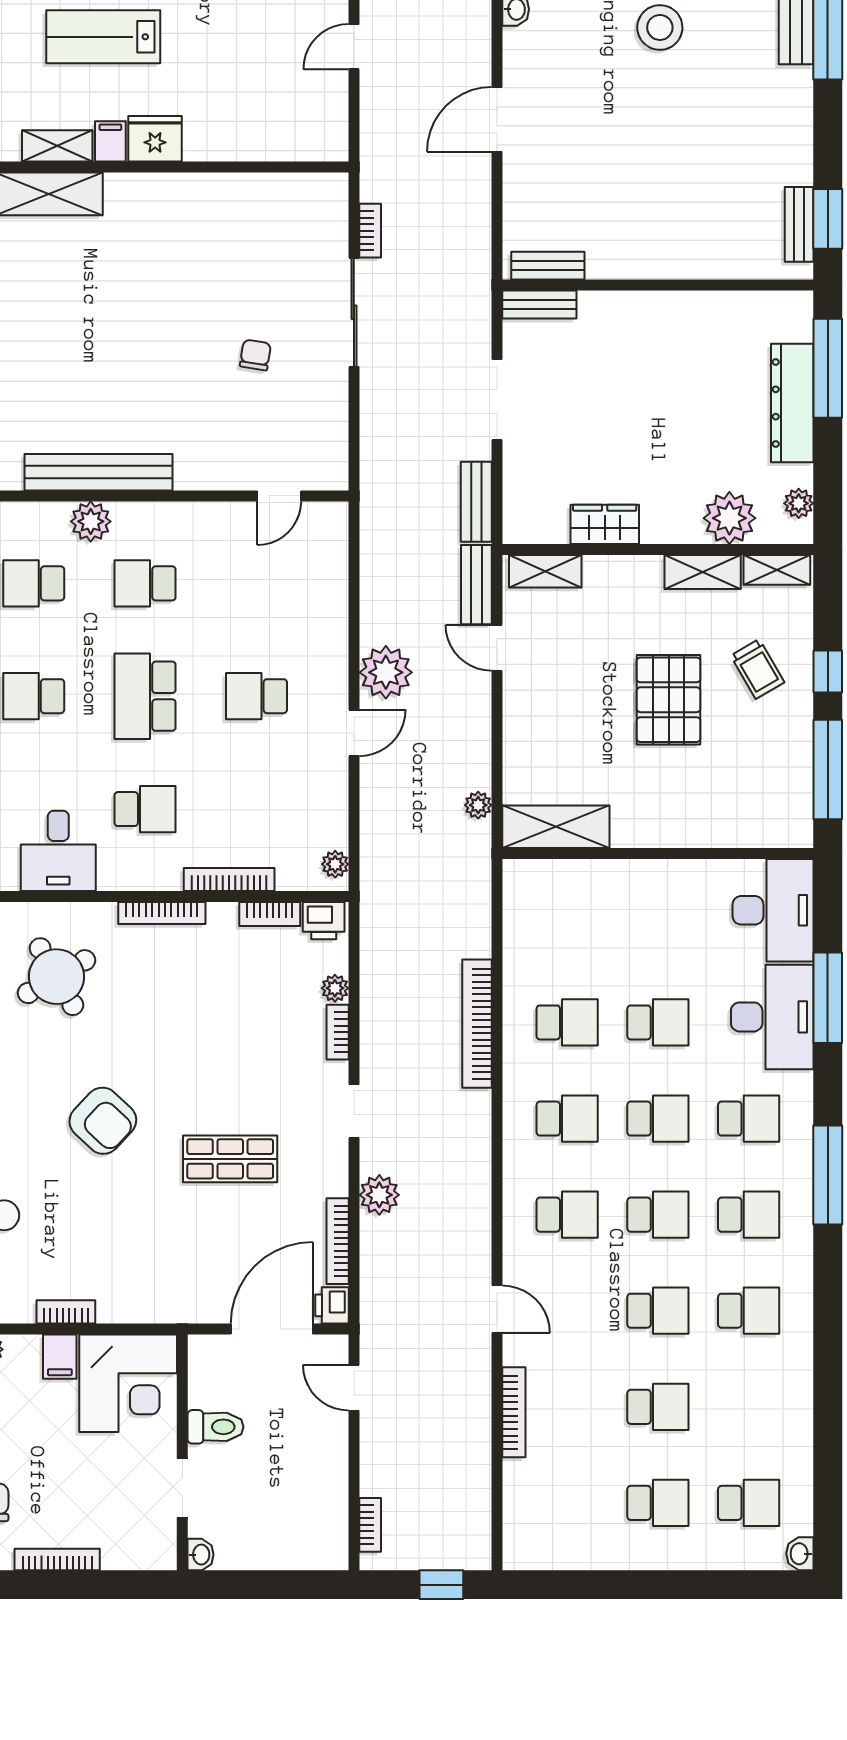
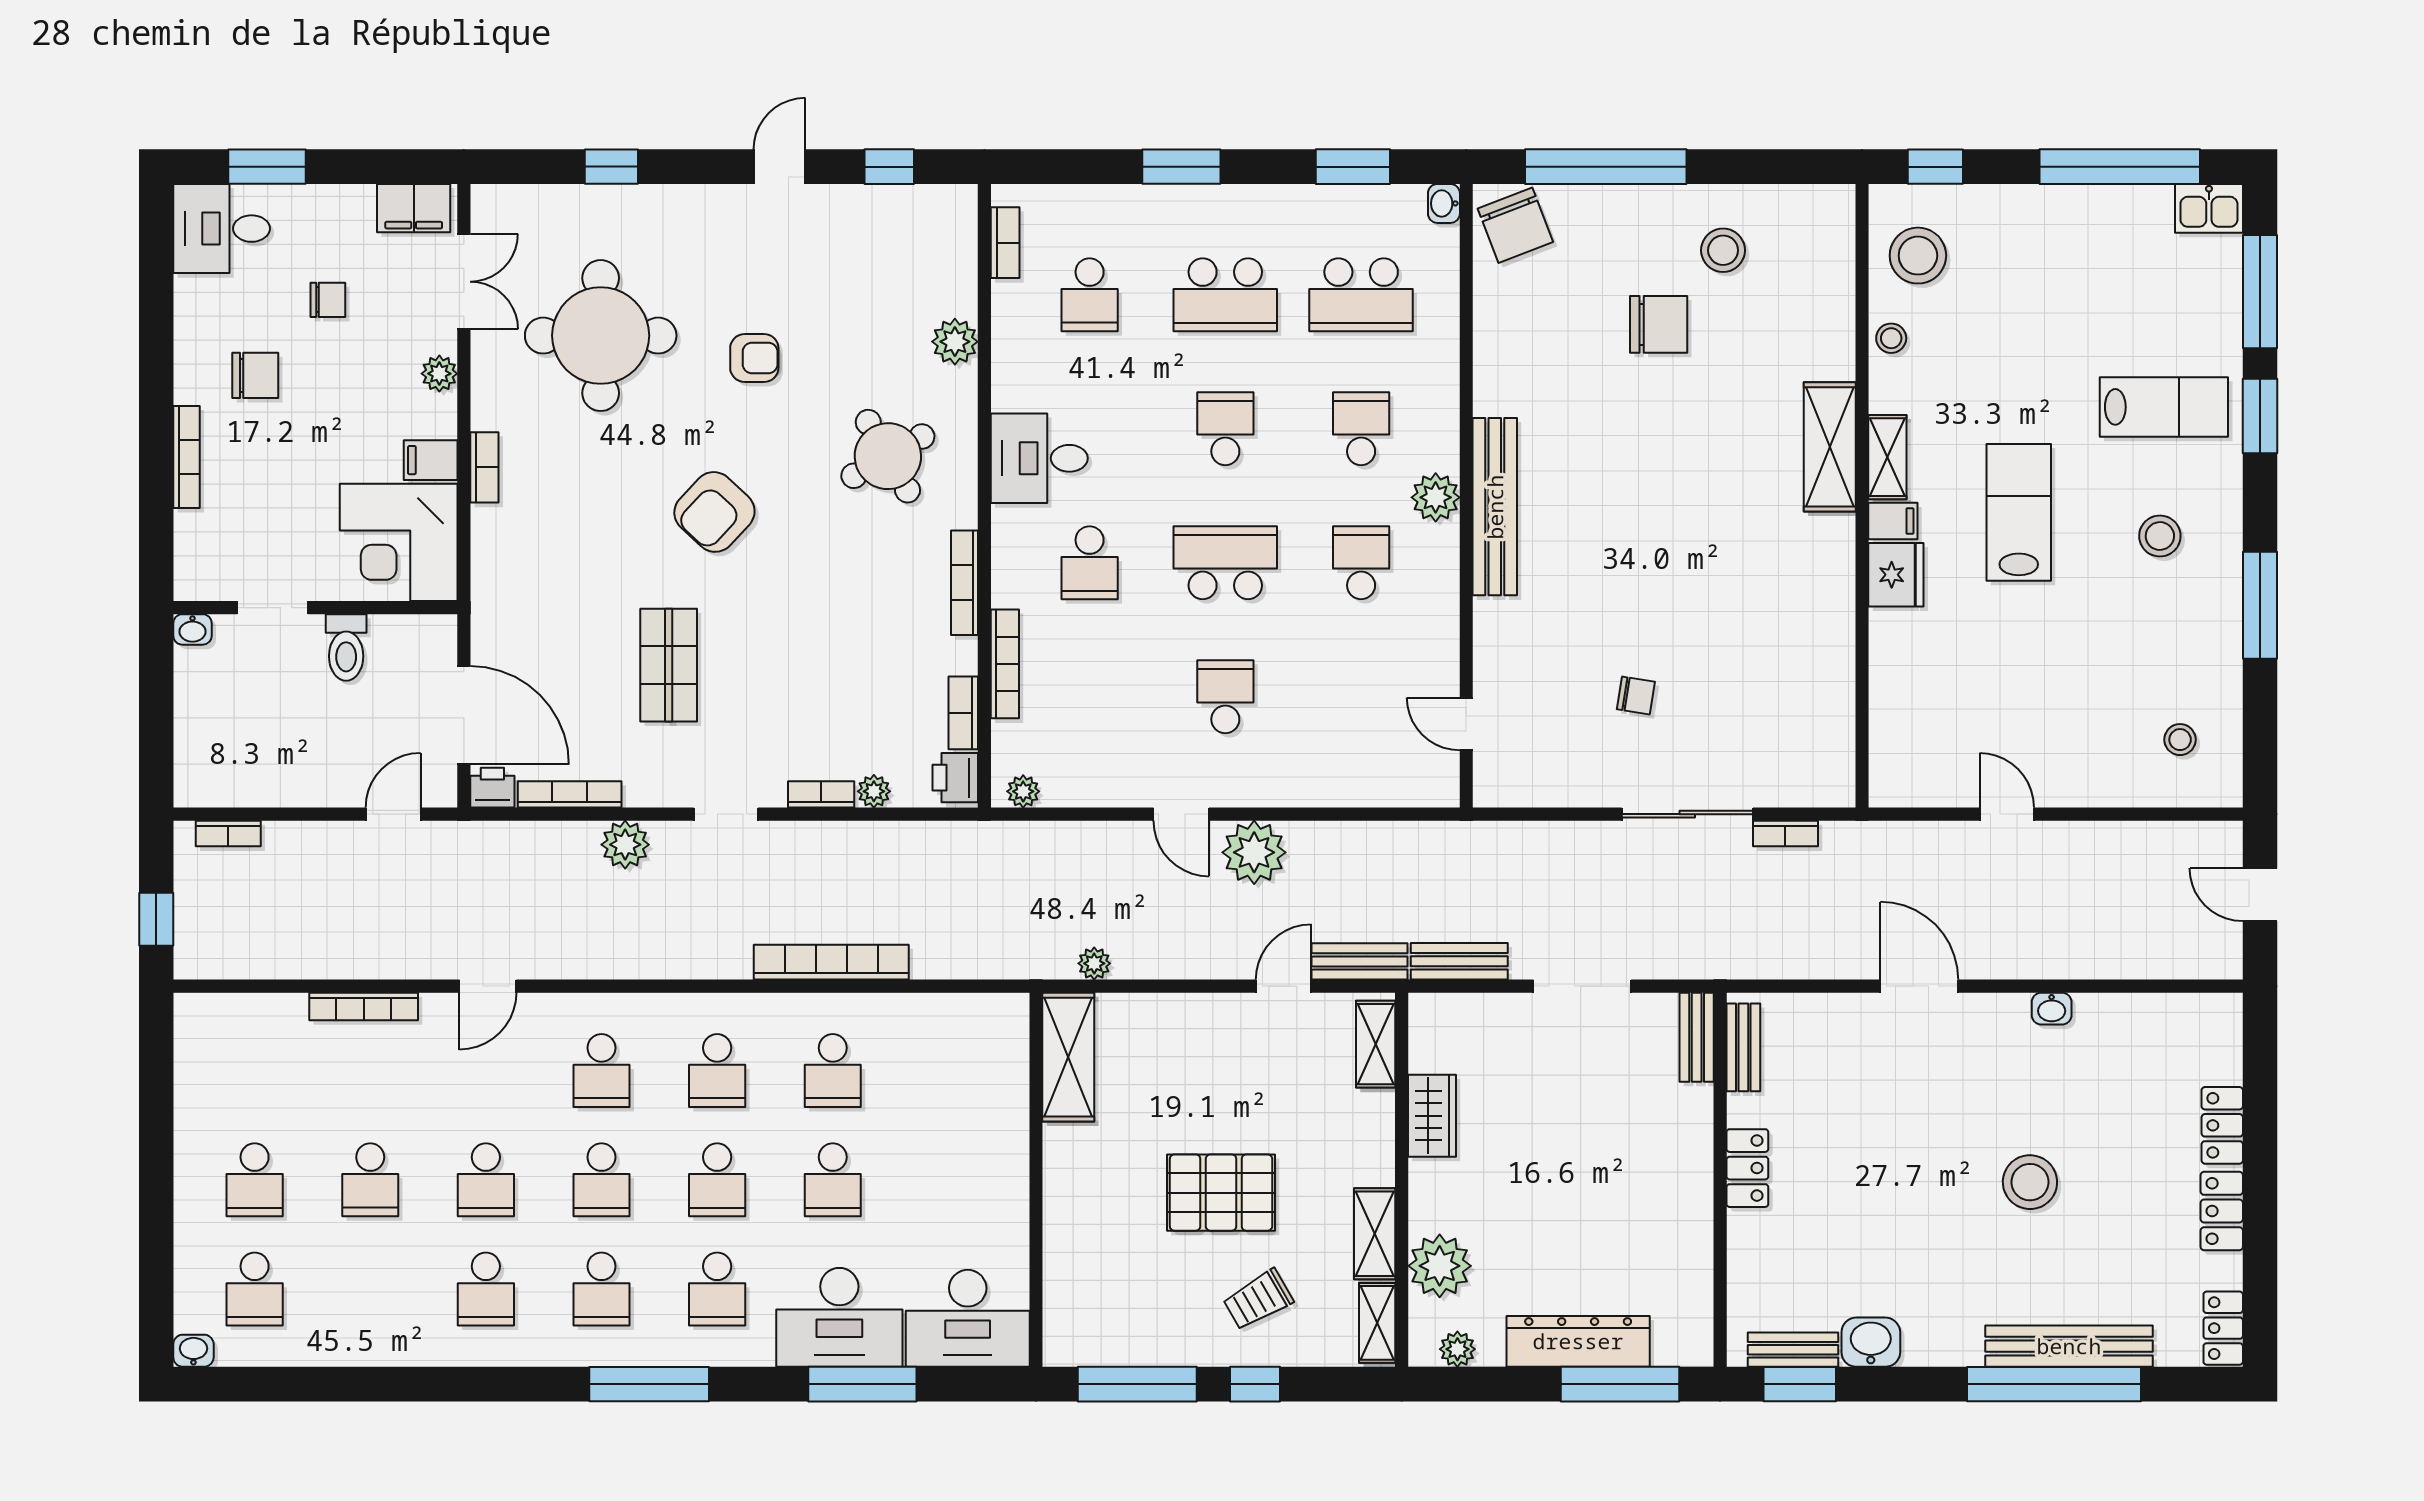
washbasin: (793, 160) -> (1871, 1342), added
locker: (648, 262) -> (1747, 1168), added

